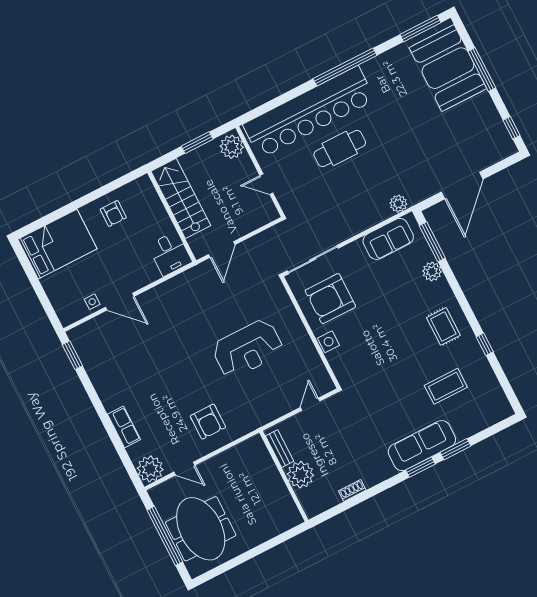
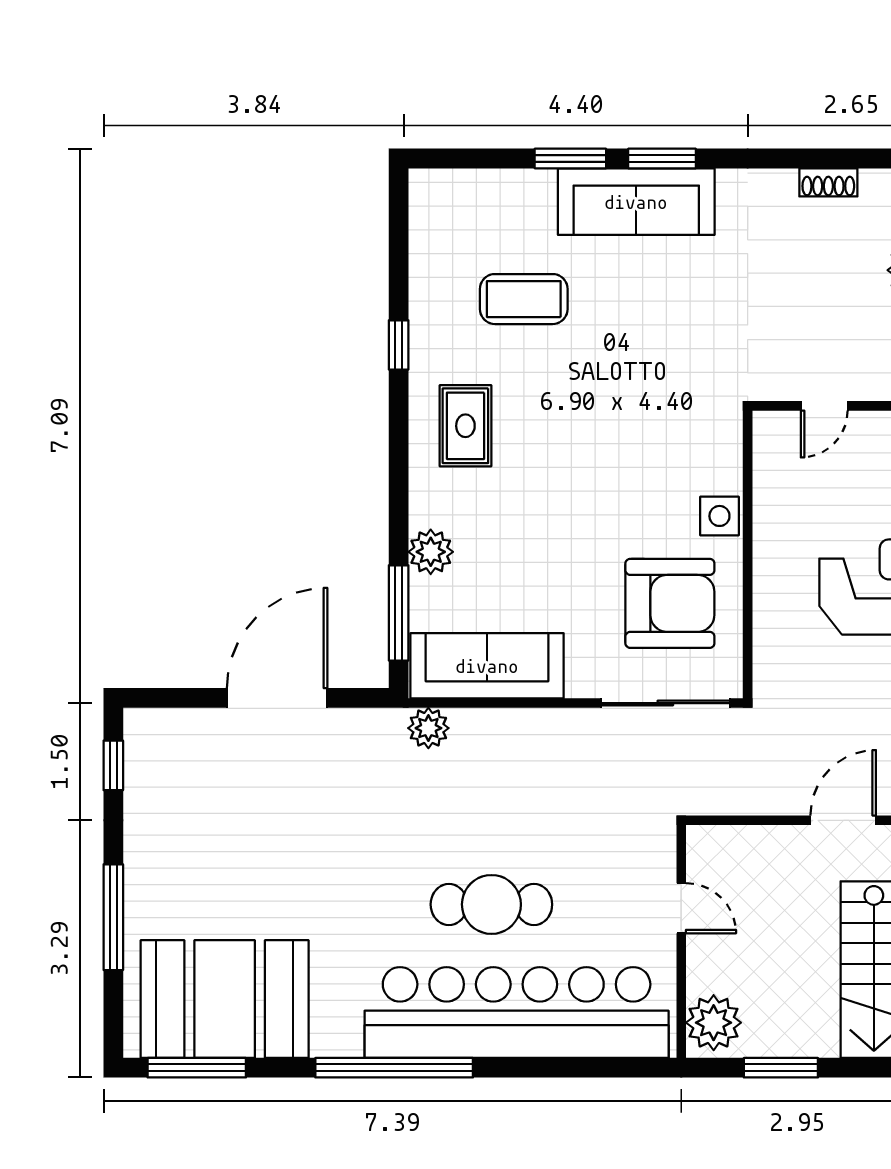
booth: (448, 68) -> (225, 999), moved, turned 90
sofa: (388, 239) -> (487, 666), width x1.36

